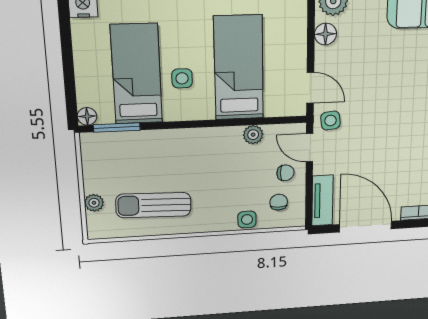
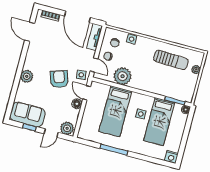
floor lamp: (325, 34) -> (77, 104), moved
armchair: (374, 98) -> (59, 79), added
plant: (253, 135) -> (122, 76), width x1.88, depth x1.88

